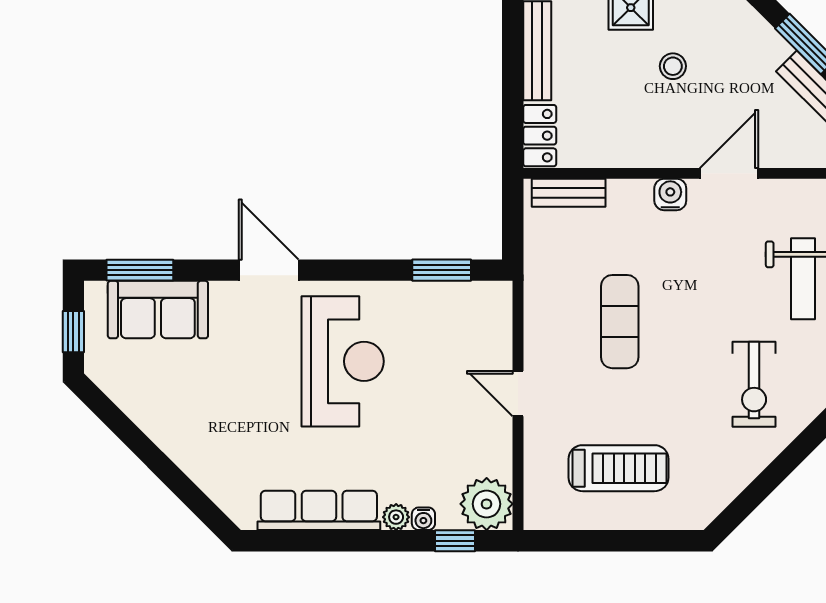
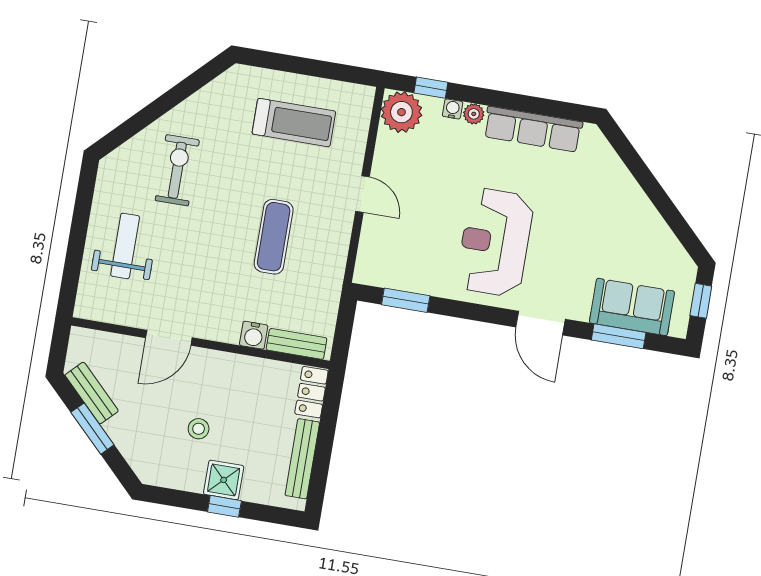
water cooler: (670, 194) -> (254, 335), moved
window: (140, 270) -> (619, 336), moved
treadmill: (619, 468) -> (294, 123), turned 180

